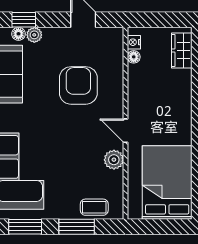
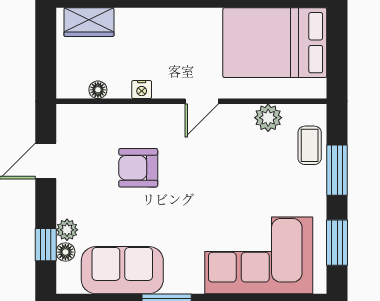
nightstand: (134, 42) -> (142, 90), moved
armchair: (78, 85) -> (138, 168), width x0.73, depth x0.73
plant: (114, 160) -> (268, 118), moved

